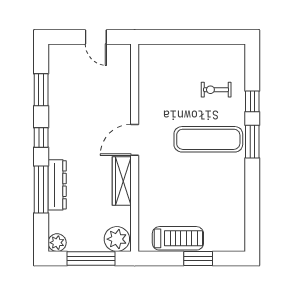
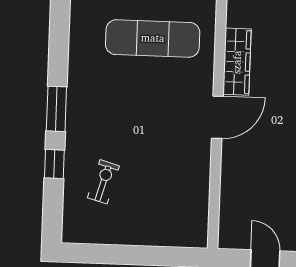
exercise bike: (216, 90) -> (103, 182), turned -74
exercise mat: (208, 139) -> (153, 38), moved

